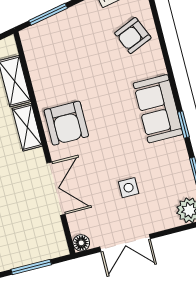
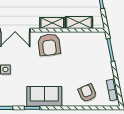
armchair: (66, 123) -> (49, 45), turned -97

